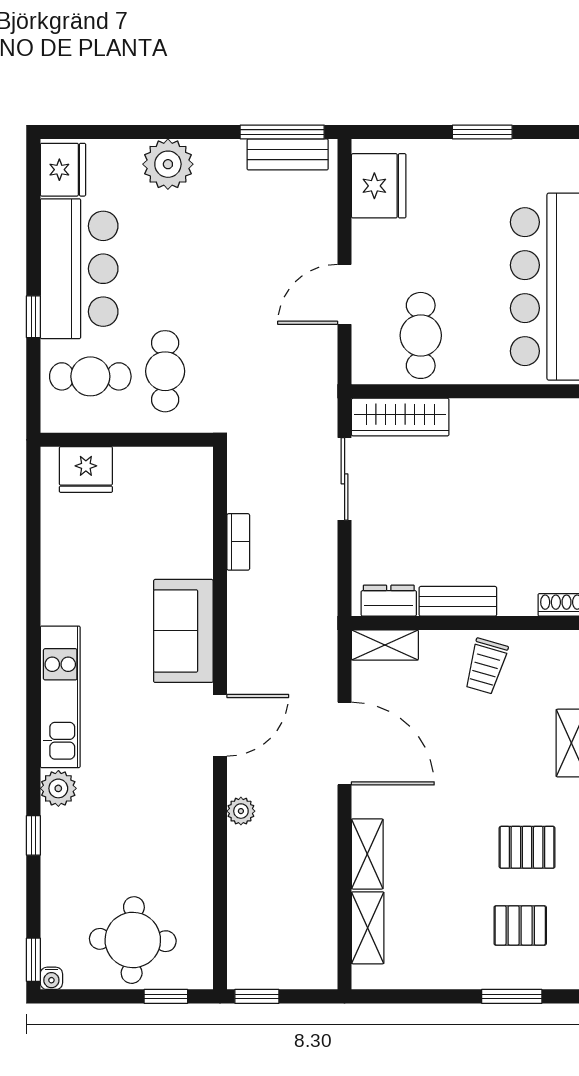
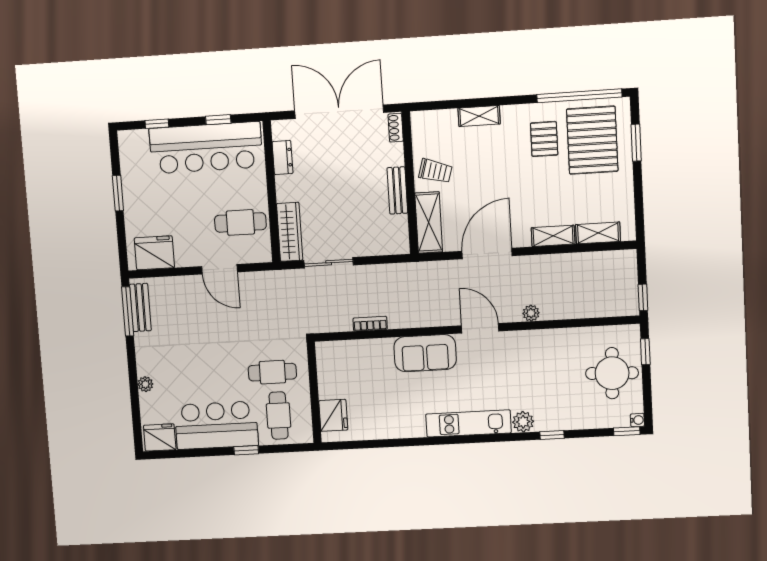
plant: (168, 164) -> (145, 384), width x0.53, depth x0.53
dresser: (389, 601) -> (282, 158), moved, turned 180
shelving: (385, 645) -> (429, 223), width x1.50, depth x1.33
pallet: (520, 925) -> (592, 140), width x2.05, depth x2.00

